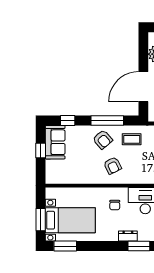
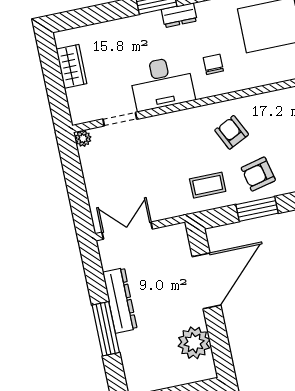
window: (107, 120) -> (257, 209), width x0.69
armchair: (103, 140) -> (258, 174), turned -62

